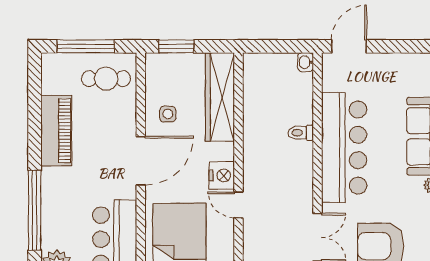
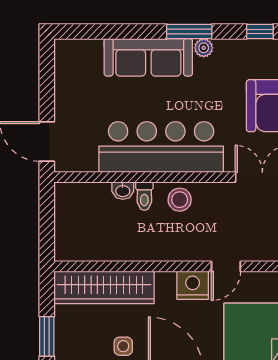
washbasin: (306, 62) -> (123, 191), moved
stool: (297, 164) -> (180, 200), added

